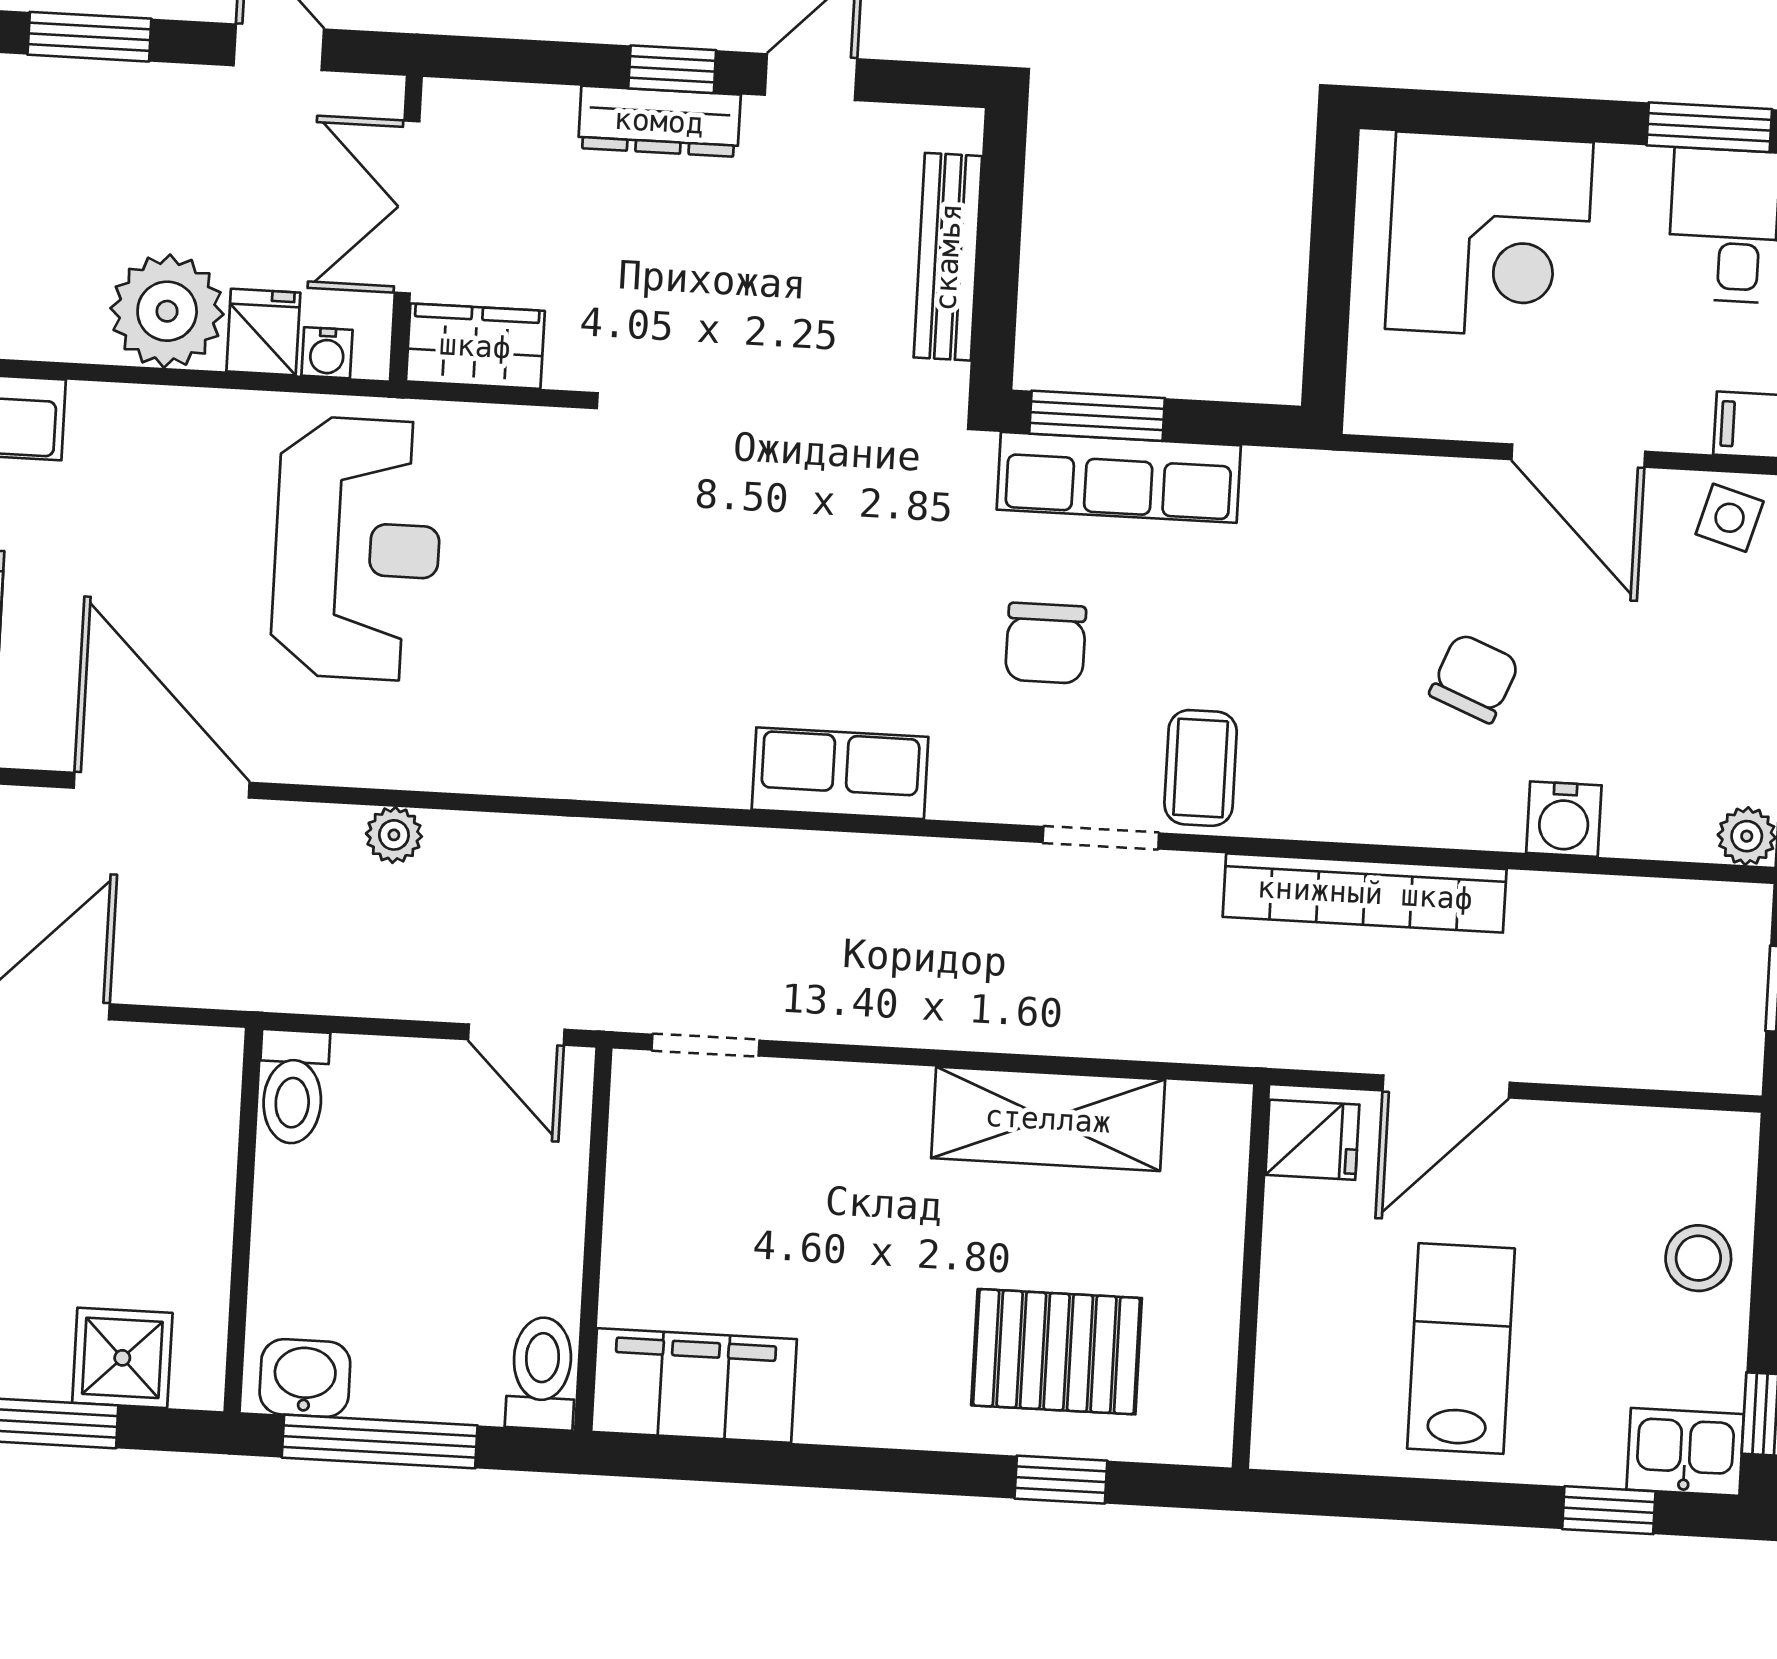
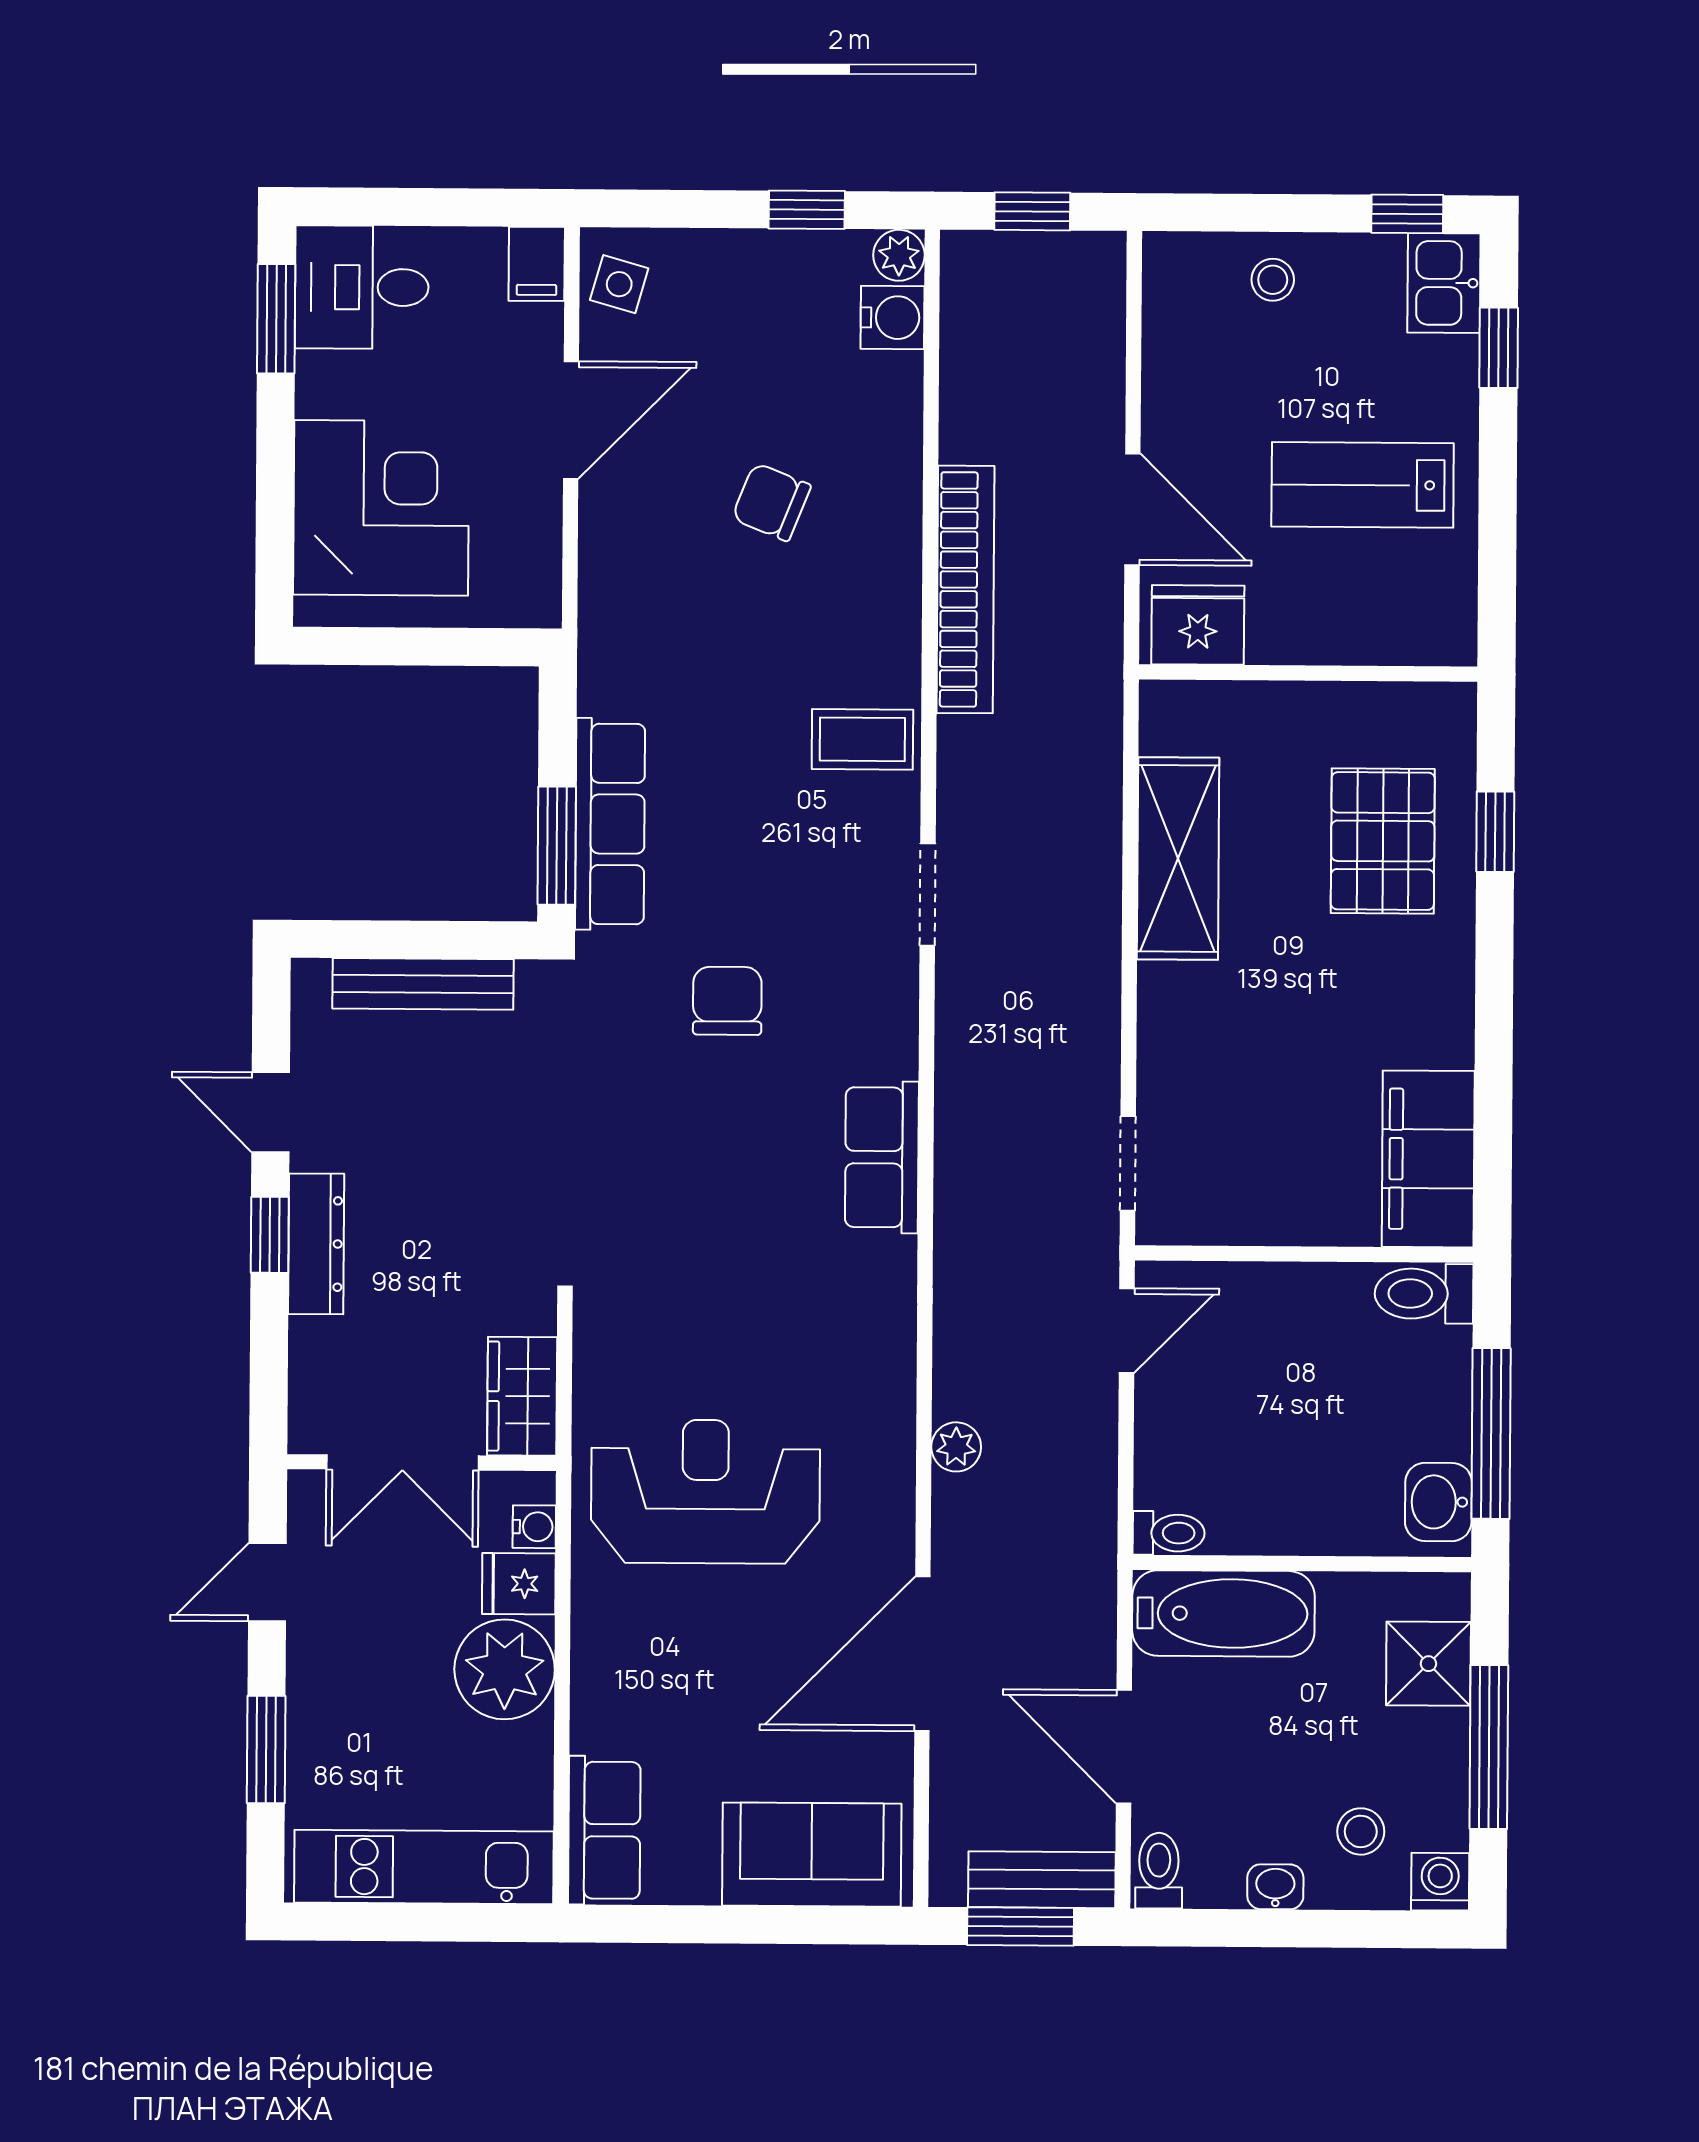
chair: (1046, 643) -> (727, 1001), moved, turned -90
row of seats: (840, 773) -> (882, 1157), moved
water cooler: (1564, 819) -> (893, 318), moved
doorway: (1101, 838) -> (928, 895), moved
toilet: (293, 1087) -> (1169, 1533), width x0.73, depth x0.72
bathtub: (191, 1128) -> (1223, 1613), added
fridge: (1312, 1140) -> (1198, 625), width x1.38
stool: (1698, 1258) -> (1273, 280), width x0.73, depth x0.73

